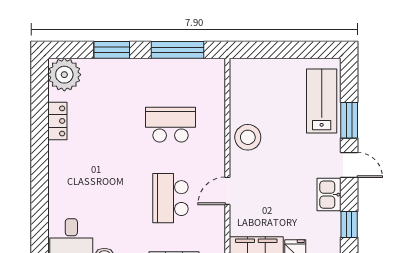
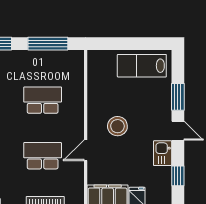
lab bench: (322, 101) -> (142, 66), moved, turned -90
stool: (248, 137) -> (117, 126), moved
school desk: (170, 198) -> (43, 156), turned 90

